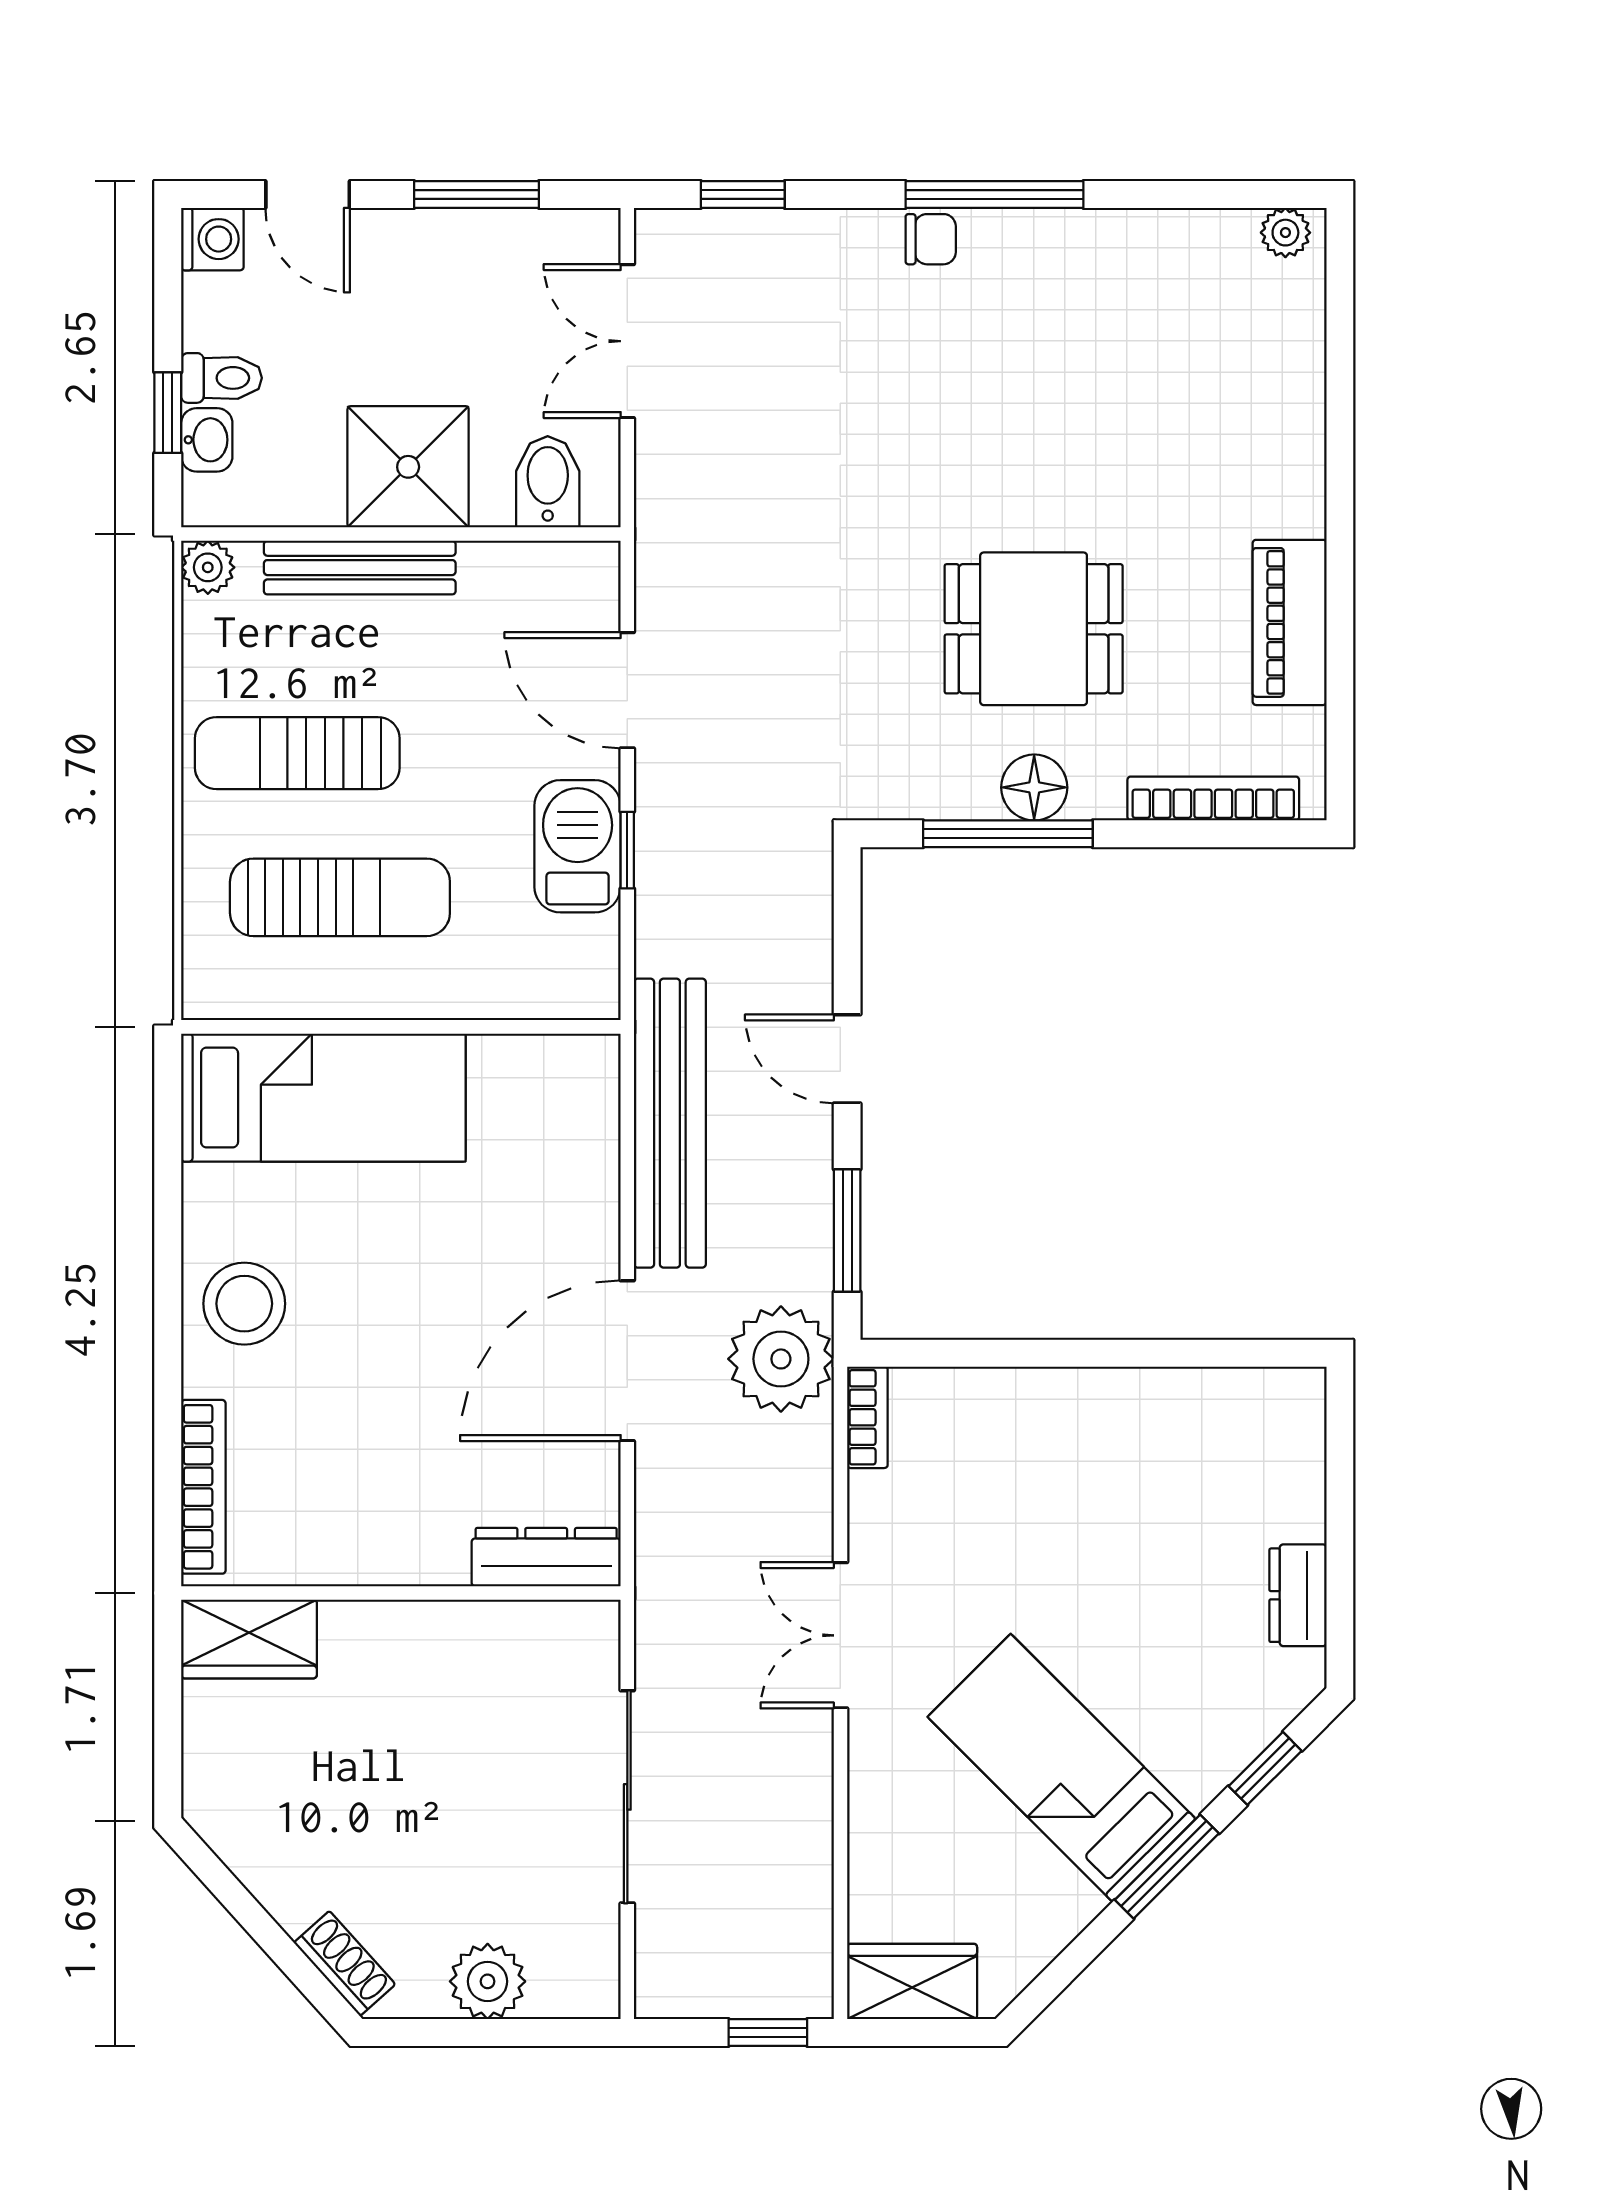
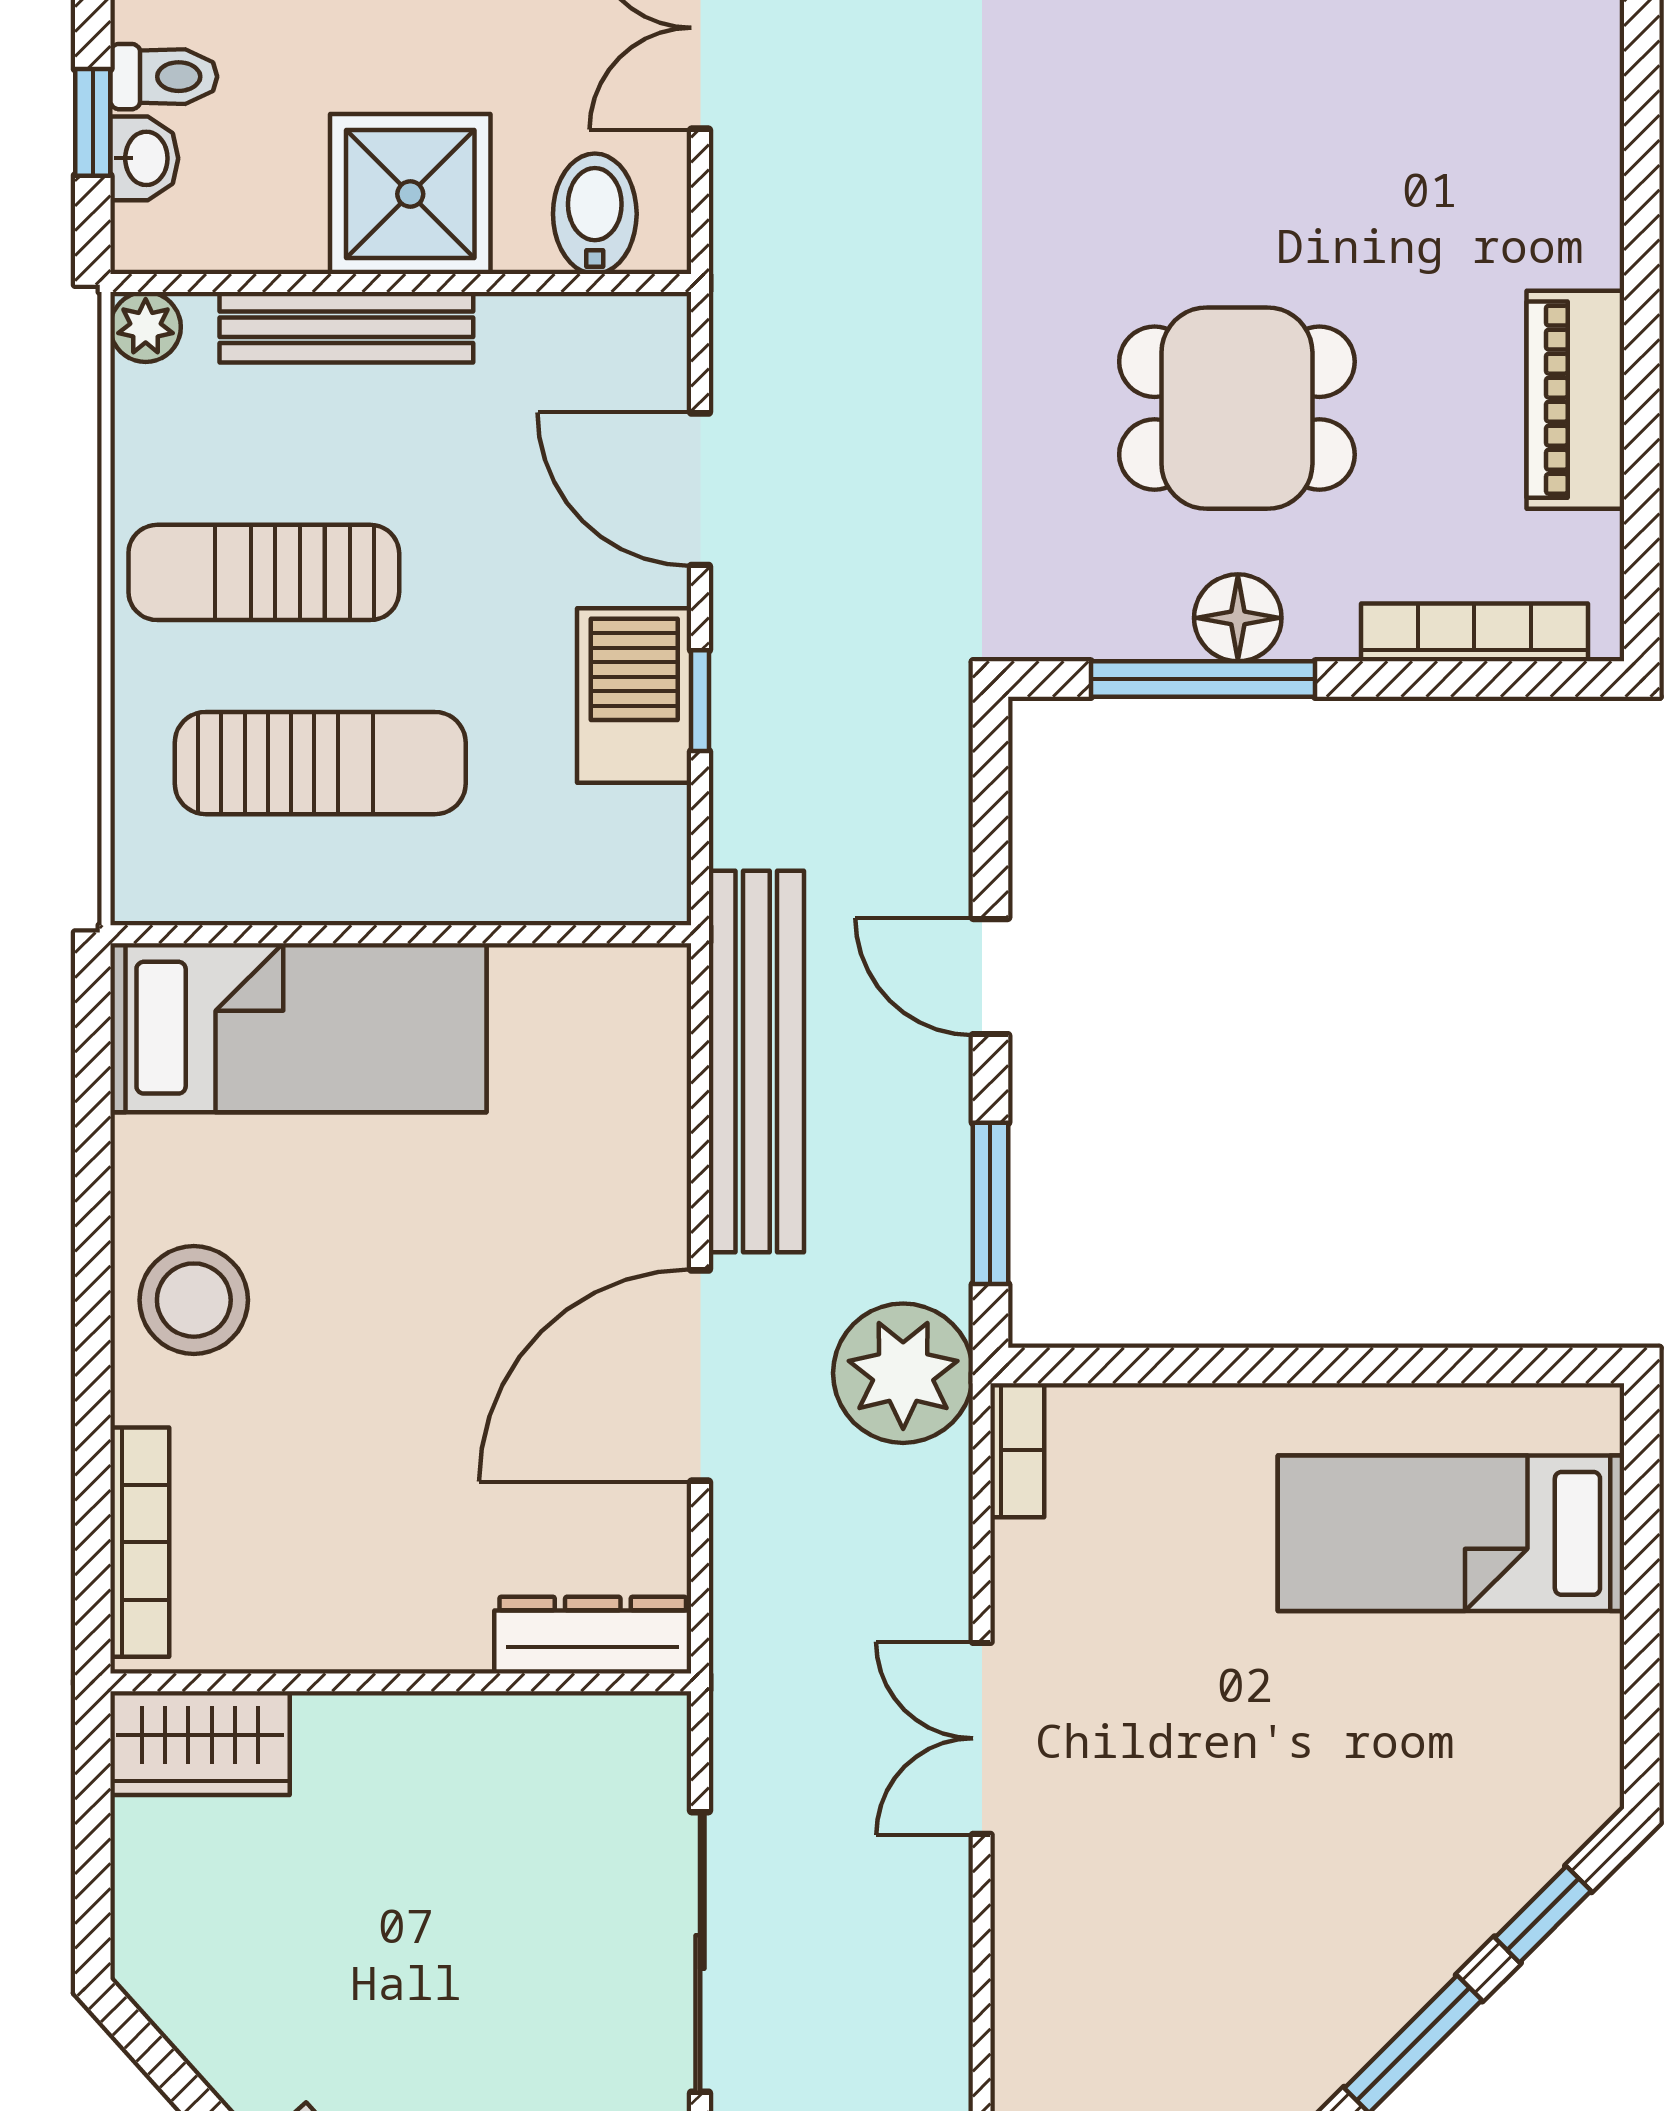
dresser: (1298, 1595) -> (1586, 1685), removed
bed: (1062, 1768) -> (1451, 1533), moved, turned -45

